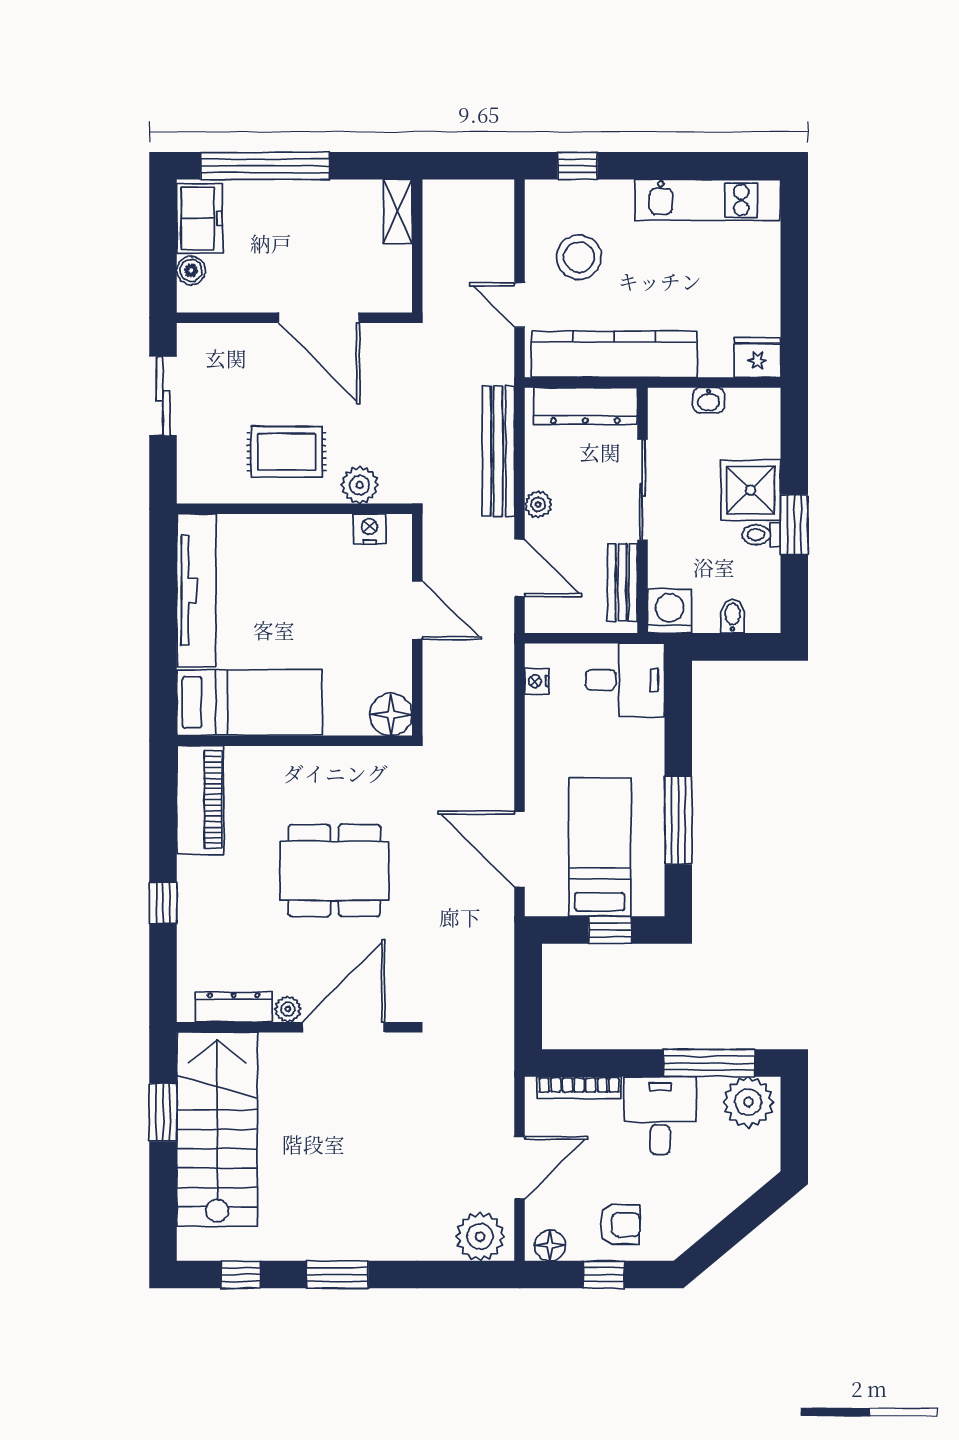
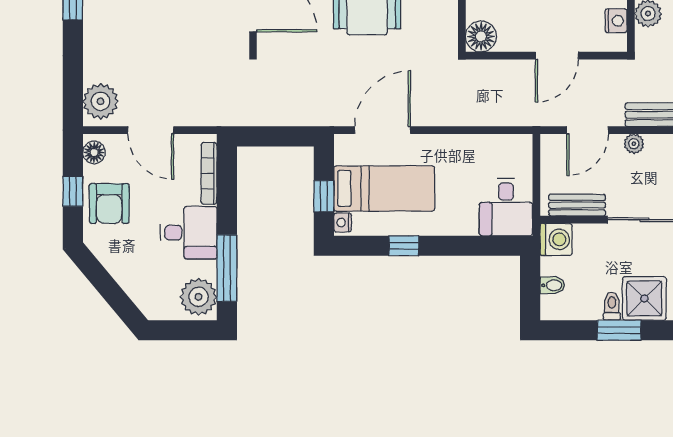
nightstand: (537, 681) -> (343, 222), moved, turned -90
window: (678, 820) -> (404, 246), width x0.46
armchair: (620, 1225) -> (109, 203), width x1.38, depth x1.38

